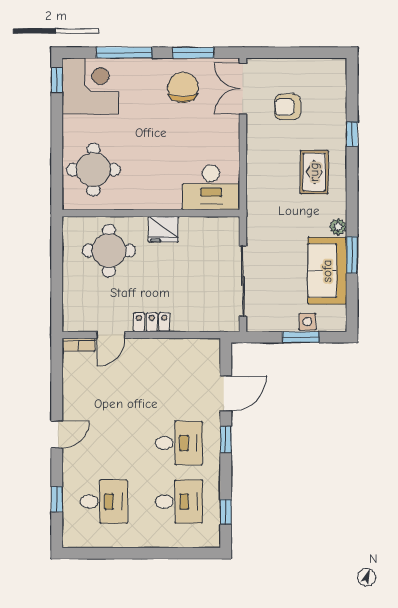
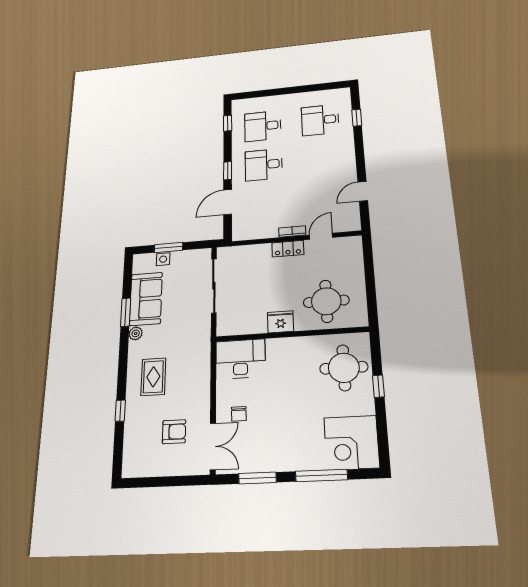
window: (57, 80) -> (378, 386), moved
chair: (183, 87) -> (239, 414), moved, width x0.54, depth x0.54
bookcase: (78, 345) -> (292, 231), moved
door: (57, 434) -> (363, 191), moved

